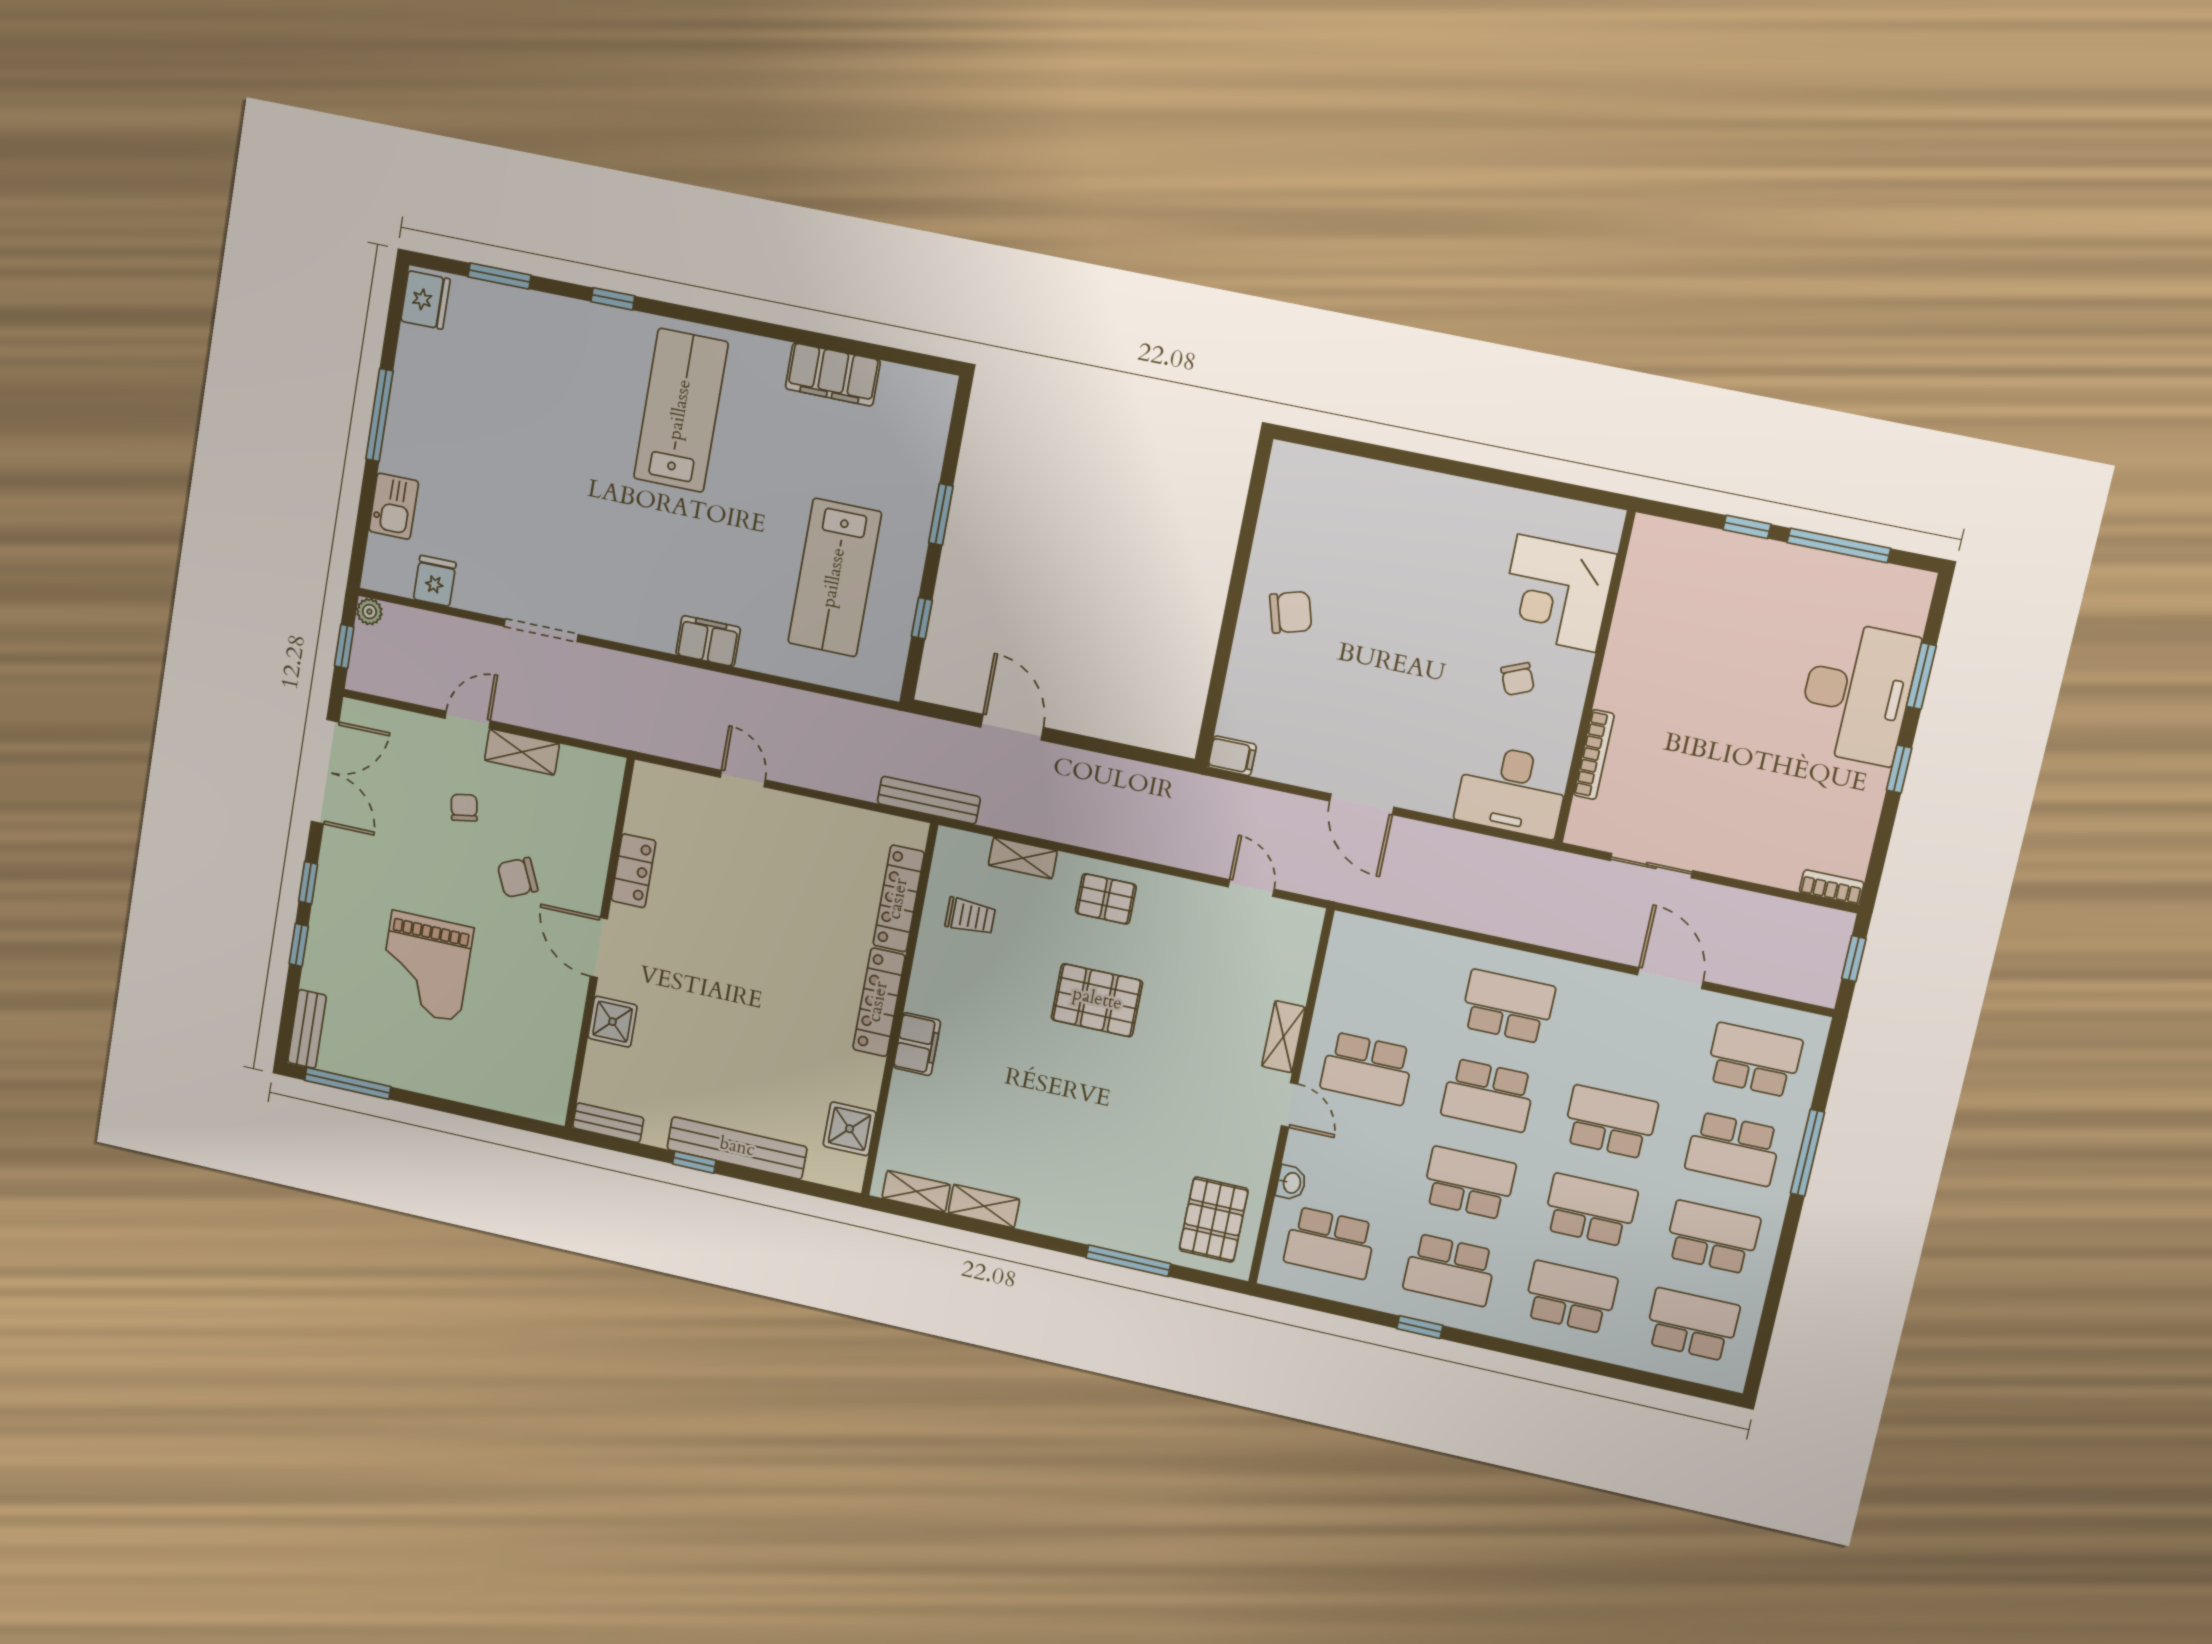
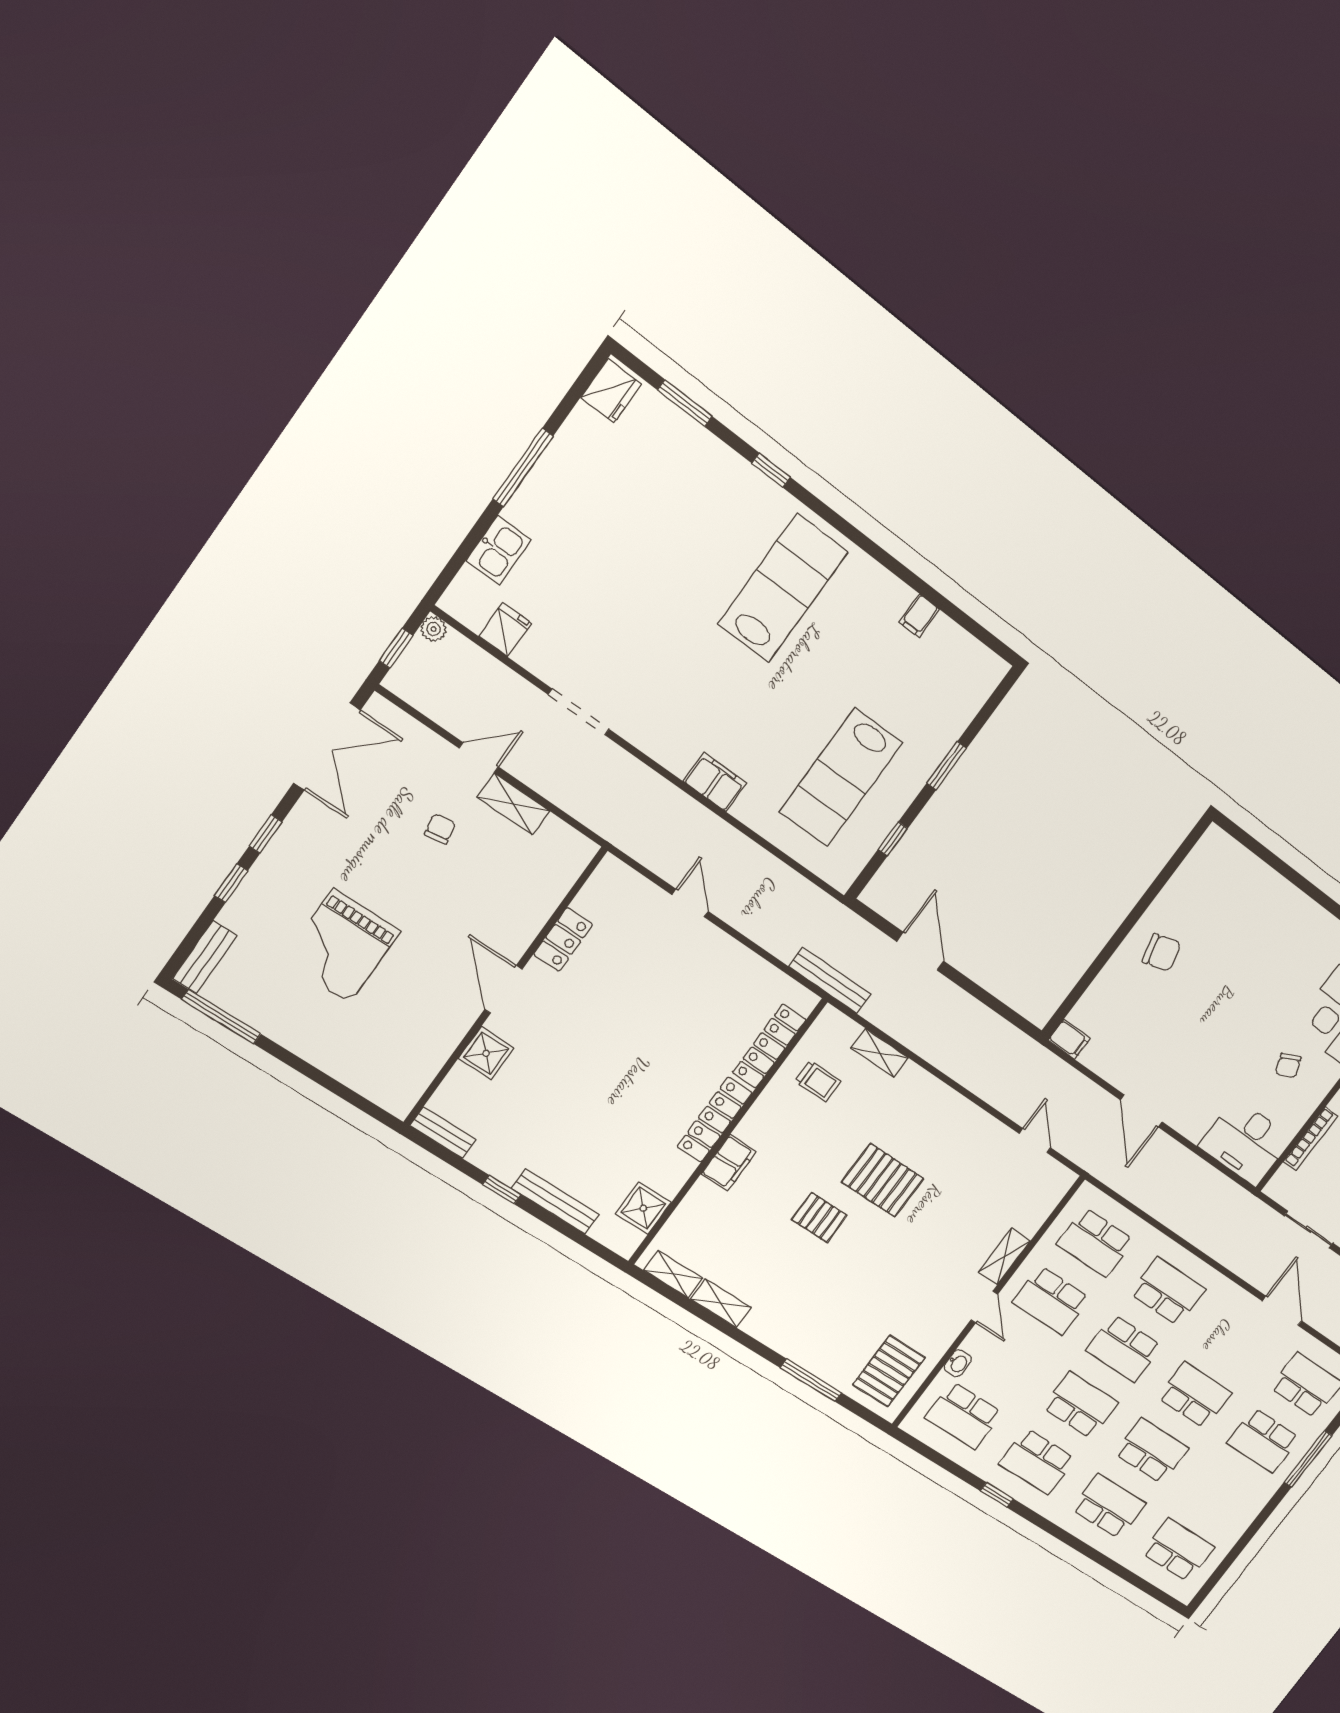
filing cabinet: (833, 374) -> (919, 616), width x0.33, depth x0.86
chair: (518, 877) -> (460, 905), removed
pallet: (1106, 899) -> (819, 1217), moved
bench: (737, 1148) -> (555, 1201), width x0.73, depth x0.82
school desk: (1713, 1237) -> (1095, 1242), moved, turned 180

